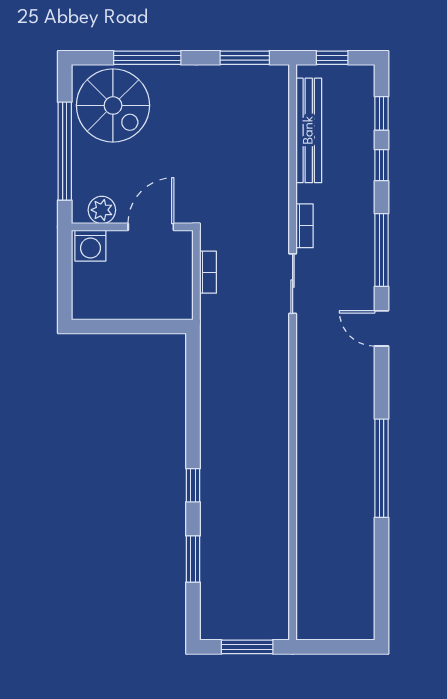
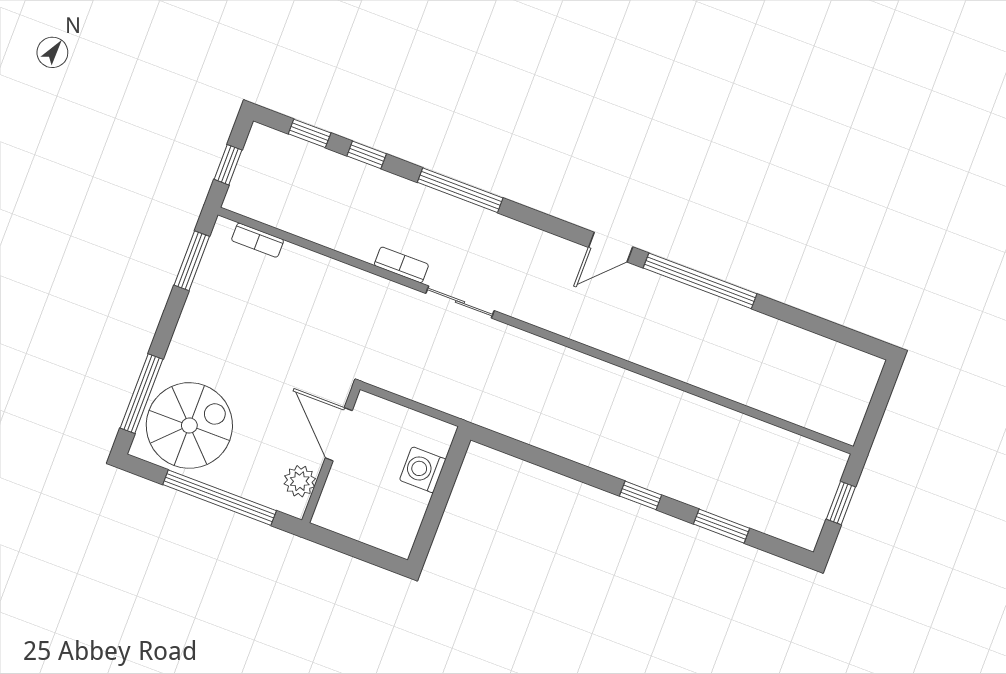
window: (147, 58) -> (141, 394), moved
bench: (309, 130) -> (298, 220), removed
washing machine: (90, 246) -> (423, 470), moved, turned 180
bookcase: (208, 272) -> (258, 240), moved, turned 180
door: (381, 328) -> (611, 247), moved
window: (247, 647) -> (841, 503), width x0.67

